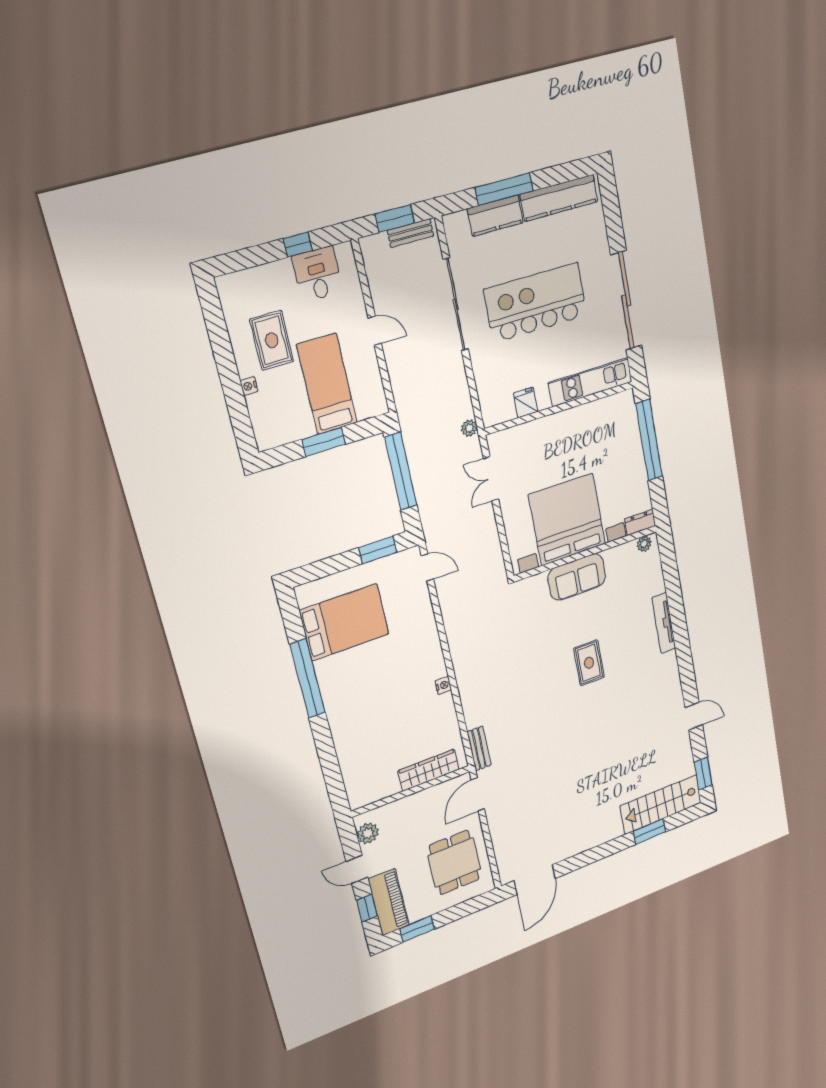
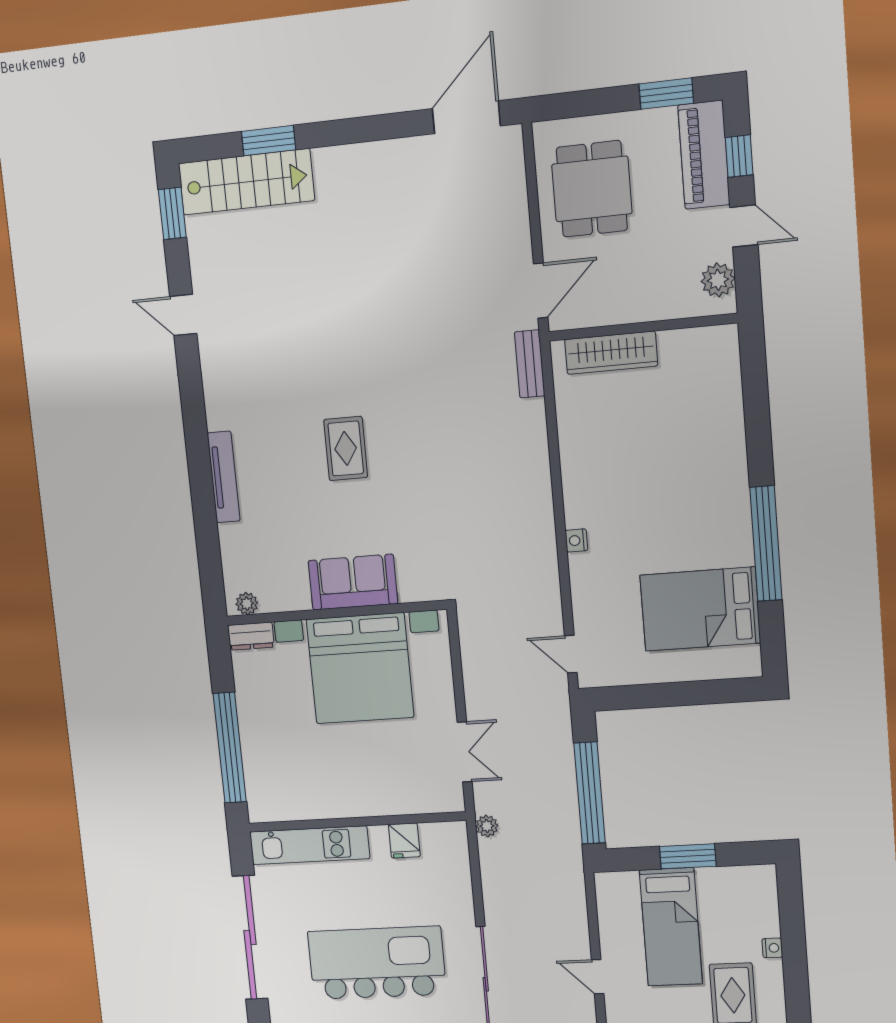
kitchen island: (536, 302) -> (377, 963), turned 180
window: (378, 550) -> (637, 697), removed
nightstand: (443, 685) -> (576, 540), moved

